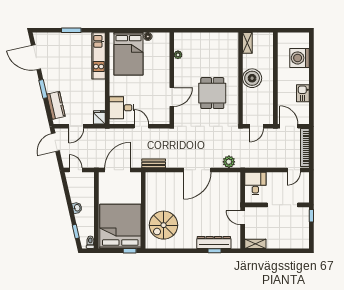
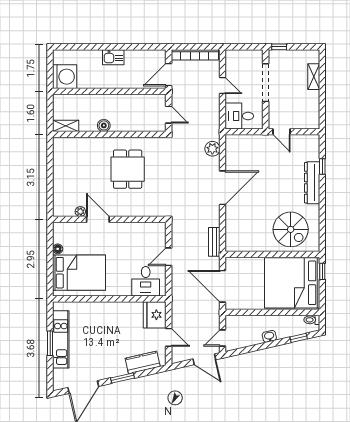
kitchen unit: (99, 56) -> (61, 339), moved, turned -90
washing machine: (300, 58) -> (65, 77), moved, turned -90
boiler: (252, 78) -> (104, 125), width x0.54, depth x0.54
dining table: (212, 93) -> (128, 169), turned 90
kitchen sink: (303, 93) -> (113, 57), moved
door: (172, 97) -> (98, 219), moved
fridge: (99, 117) -> (155, 315), width x1.88, depth x1.34
door: (55, 142) -> (204, 359), moved
door: (197, 170) -> (223, 188), hinge flipped
door: (294, 170) -> (223, 86), moved
door: (243, 218) -> (281, 132), hinge flipped
dresser: (214, 242) -> (312, 183), moved
shelving: (255, 244) -> (314, 77), moved

